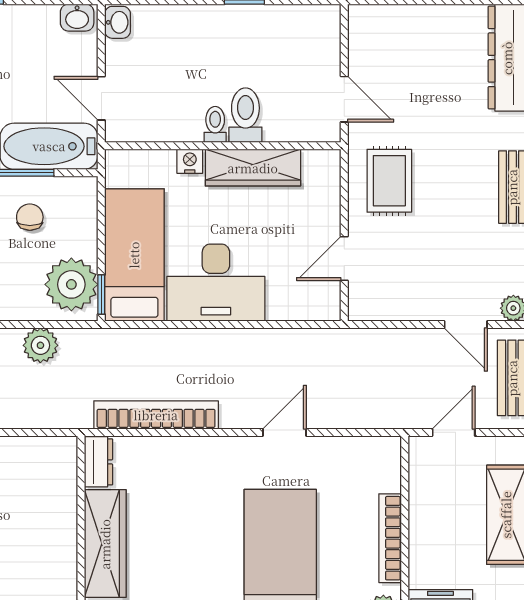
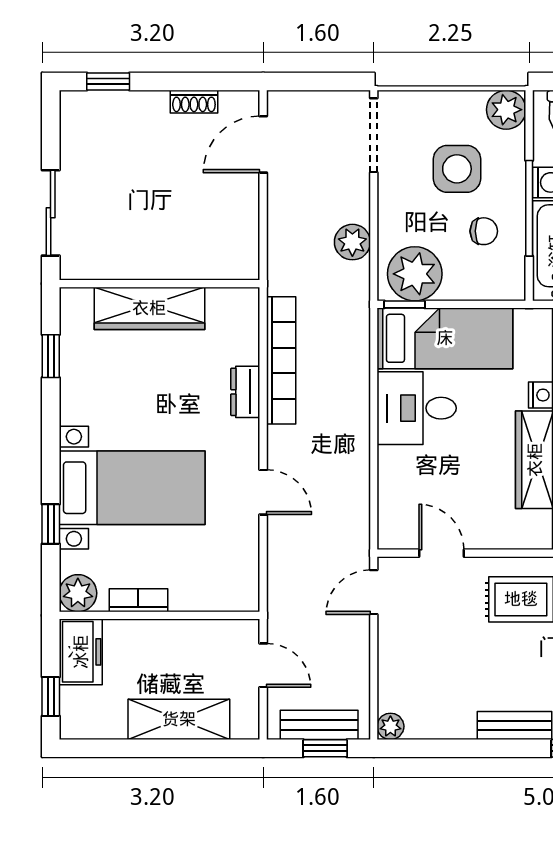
desk: (216, 283) -> (417, 408), width x0.73
door: (466, 325) -> (374, 592), moved
dresser: (99, 462) -> (245, 392), moved, turned 90
bookcase: (390, 538) -> (138, 600), width x0.64

